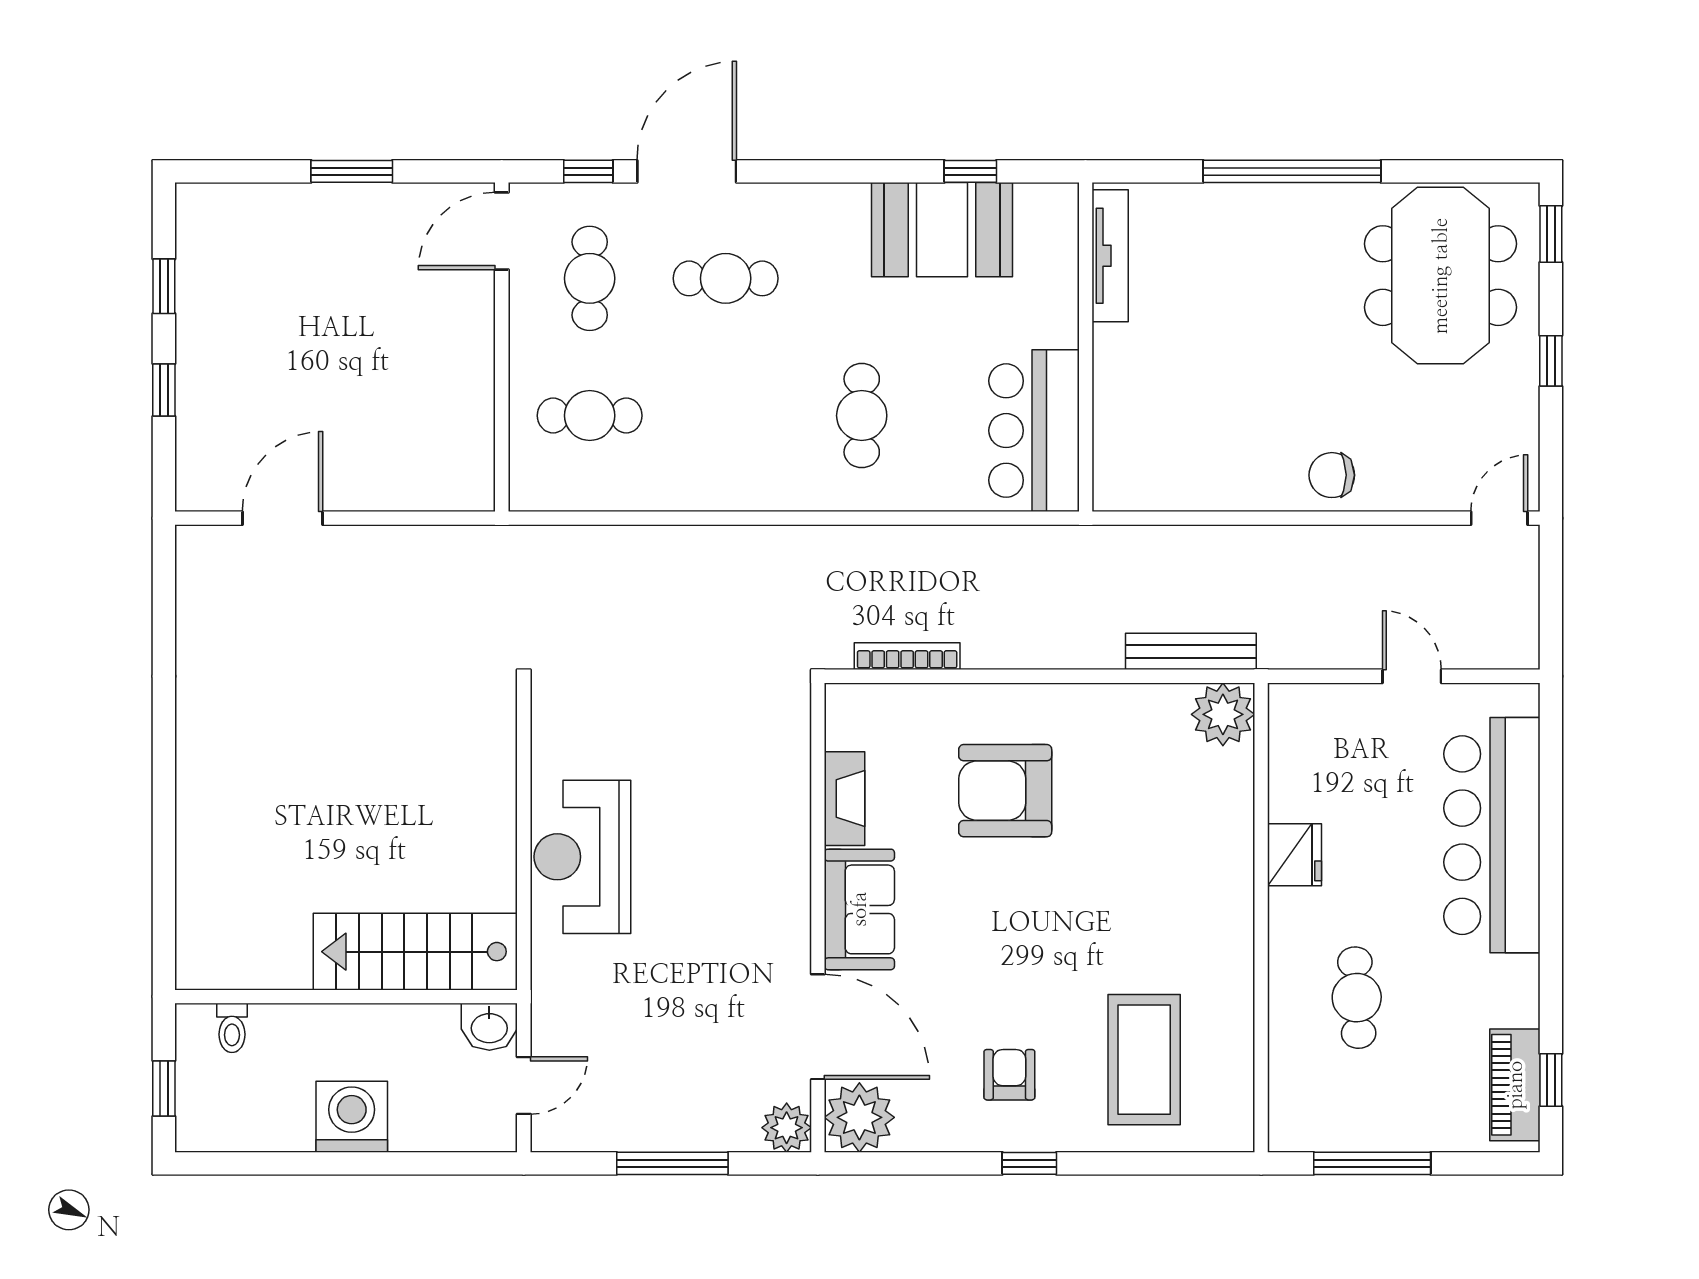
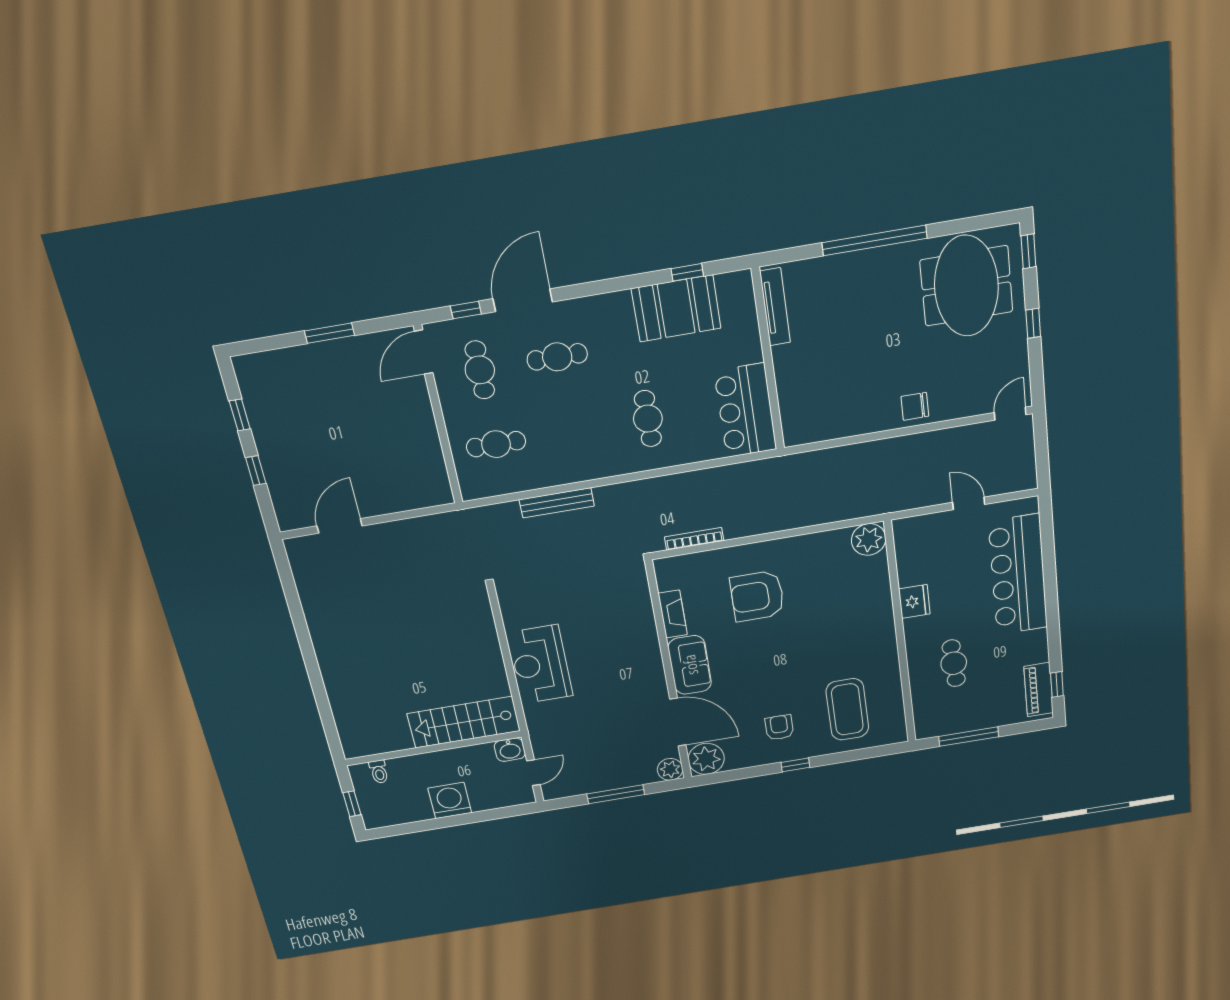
bench: (1191, 651) -> (557, 503), moved

